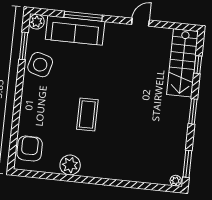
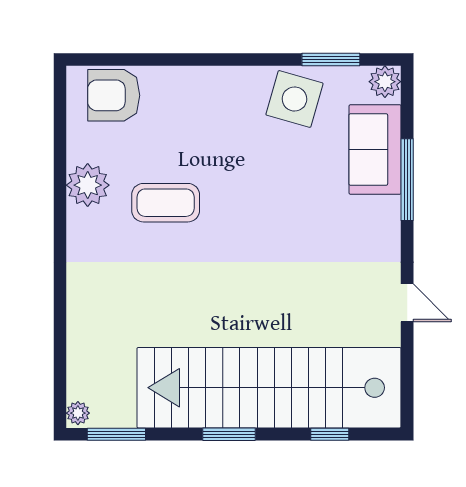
sofa: (75, 30) -> (375, 149), width x0.73
stairs: (182, 63) -> (269, 388), width x1.86, depth x1.51
coffee table: (87, 114) -> (166, 203), moved
armchair: (30, 149) -> (114, 95), turned 180

